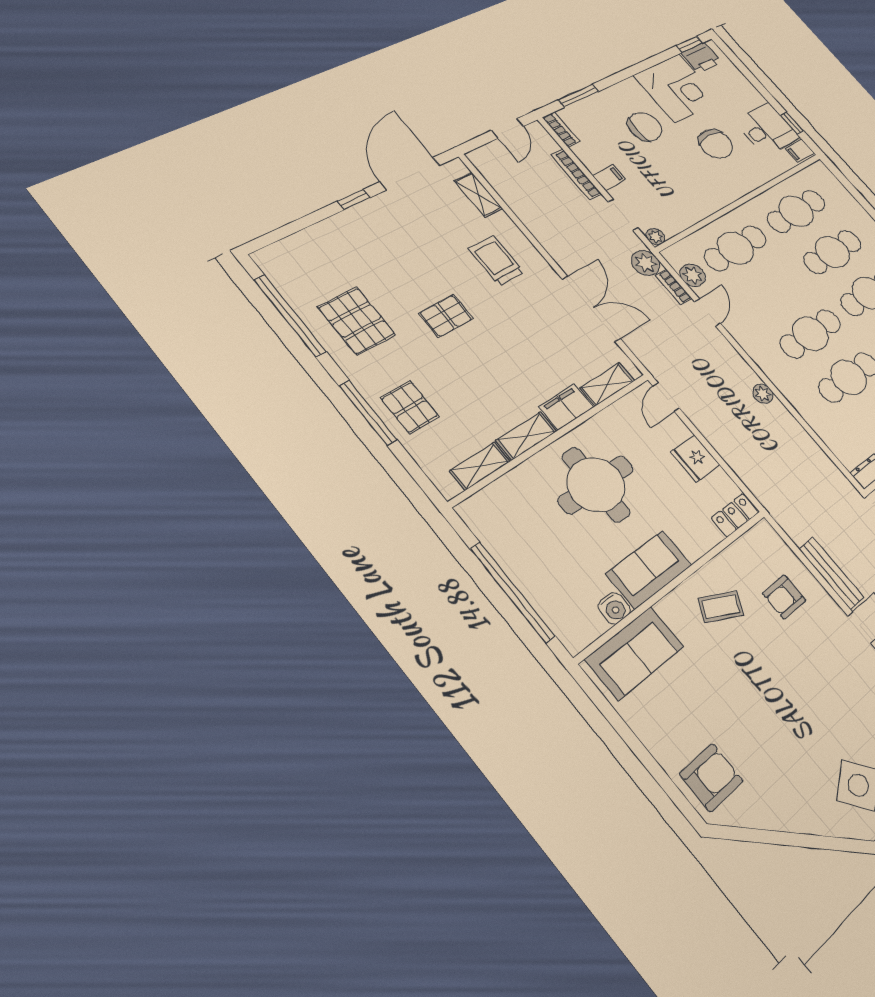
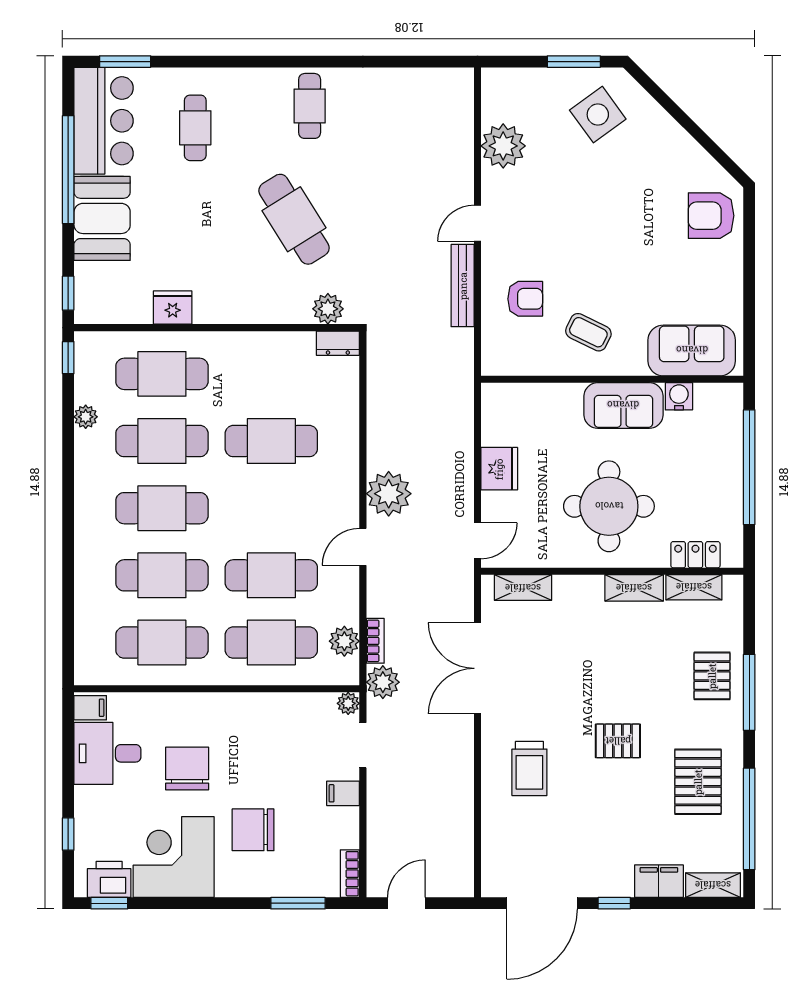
window: (792, 123) -> (68, 834), moved
bookcase: (576, 174) -> (375, 815), removed
shelving: (478, 195) -> (713, 885), moved, turned 90
door: (707, 312) -> (363, 547), moved
cafe table: (810, 334) -> (271, 575), moved
plant: (763, 394) -> (389, 494), width x1.88, depth x1.88
filing cabinet: (566, 407) -> (659, 881), moved, turned 180
locker: (735, 515) -> (695, 555), moved, turned 180

